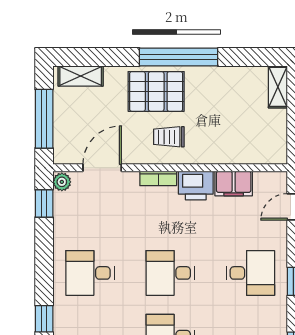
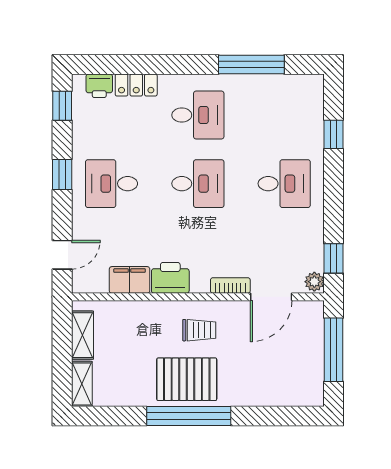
shelving: (81, 76) -> (83, 335), moved, turned 90
pallet: (156, 91) -> (187, 379), moved
bookcase: (158, 178) -> (230, 285), moved

